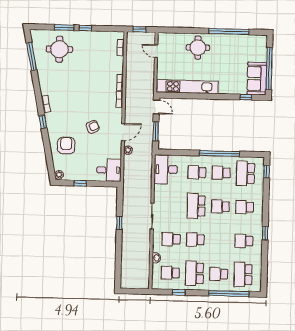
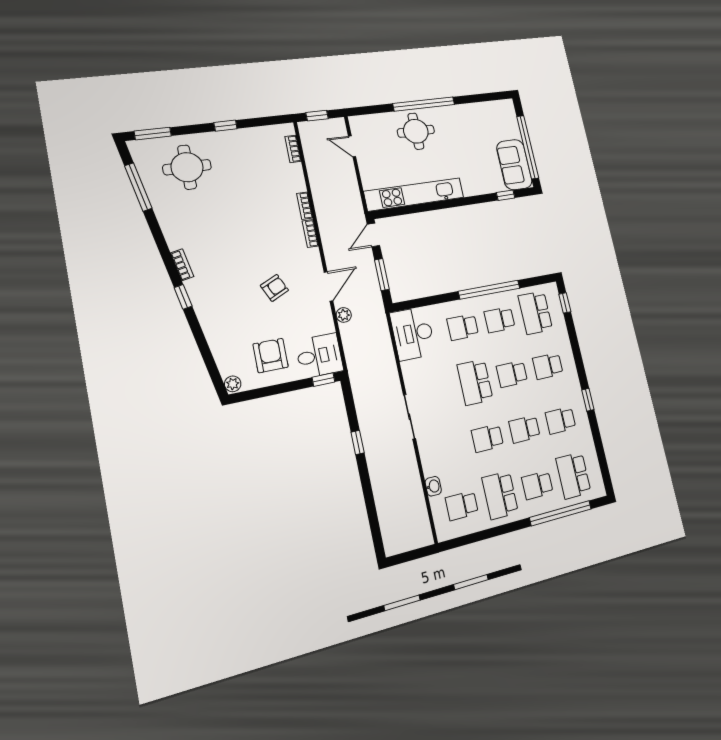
window: (64, 27) -> (153, 134), moved
window: (229, 31) -> (424, 104), moved
door: (156, 107) -> (373, 235), swing flipped
armchair: (66, 145) -> (271, 356), moved
window: (80, 183) -> (323, 380), moved
school desk: (171, 239) -> (525, 429), moved
window: (179, 292) -> (483, 535), removed

